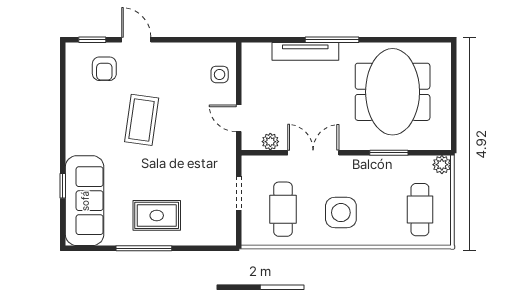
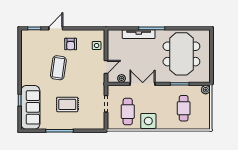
door: (136, 40) -> (56, 28), hinge flipped
armchair: (104, 69) -> (71, 44), moved
door: (239, 118) -> (106, 67), swing flipped
cafe table: (420, 210) -> (184, 108), moved
side table: (341, 213) -> (148, 121), moved
rug: (157, 215) -> (67, 104), moved

